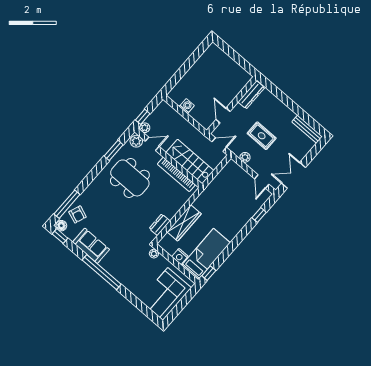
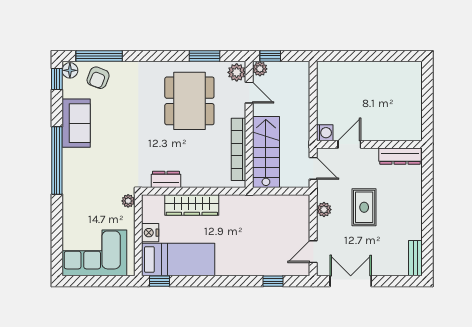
washing machine: (187, 106) -> (325, 133), moved
bench: (307, 129) -> (415, 258), width x0.73

